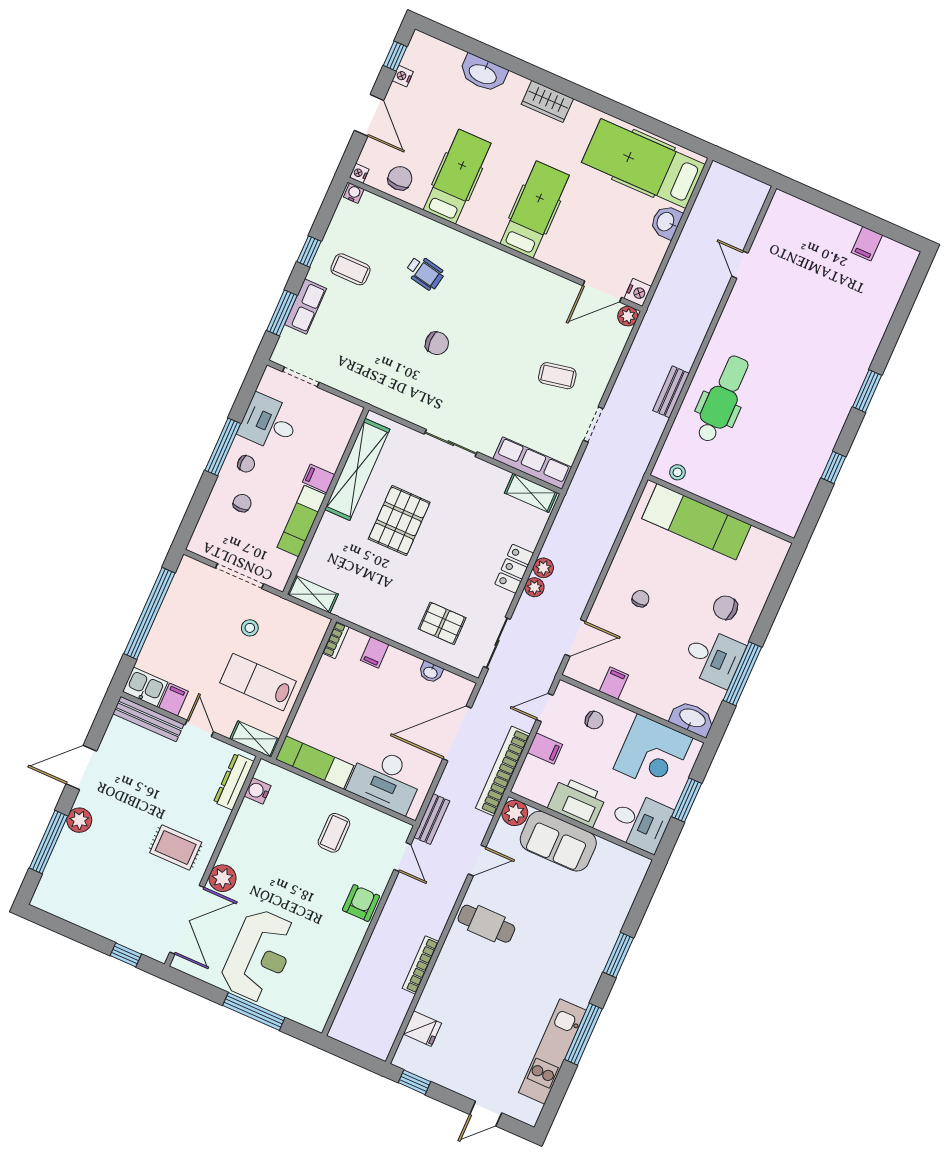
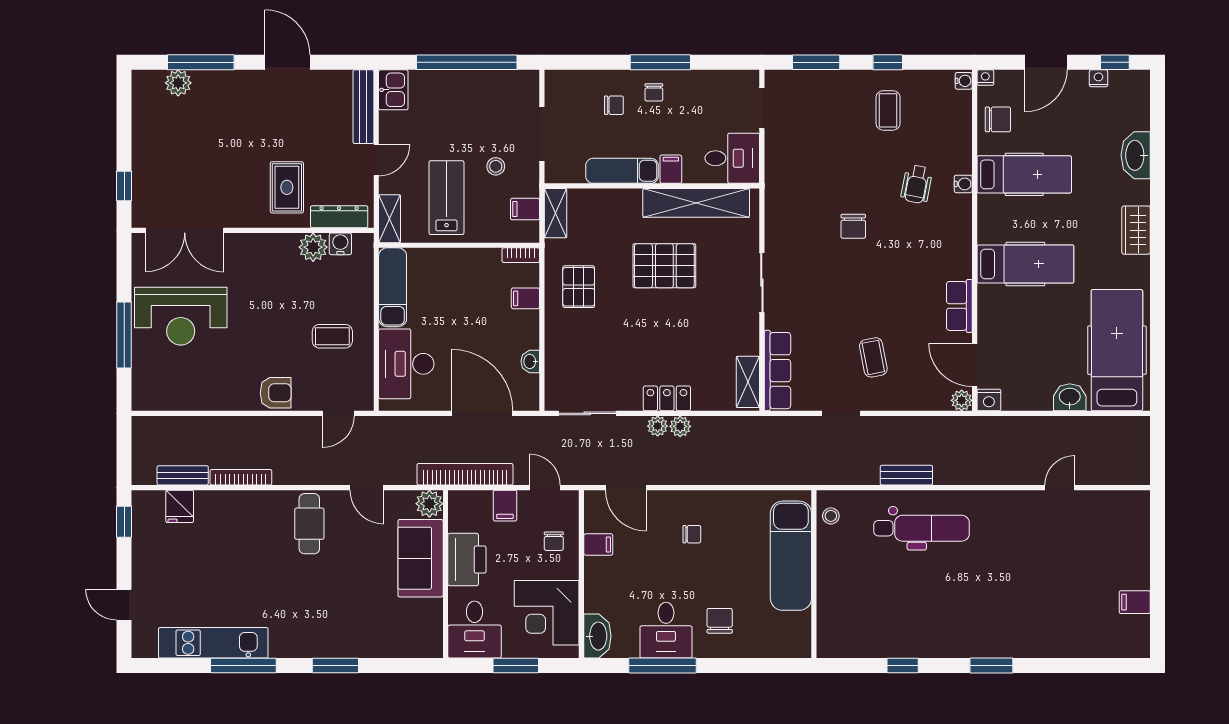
water cooler: (442, 233) -> (963, 184), added
row of seats: (305, 306) -> (959, 306), moved, turned 90
desk: (269, 423) -> (732, 158), moved, turned 90
pallet: (442, 623) -> (579, 287), moved
filing cabinet: (173, 700) -> (525, 209), moved, turned 180
bench: (432, 819) -> (183, 475), moved
plant: (79, 820) -> (178, 83), moved
rug: (176, 847) -> (287, 187), moved
plant: (222, 878) -> (313, 247), moved

